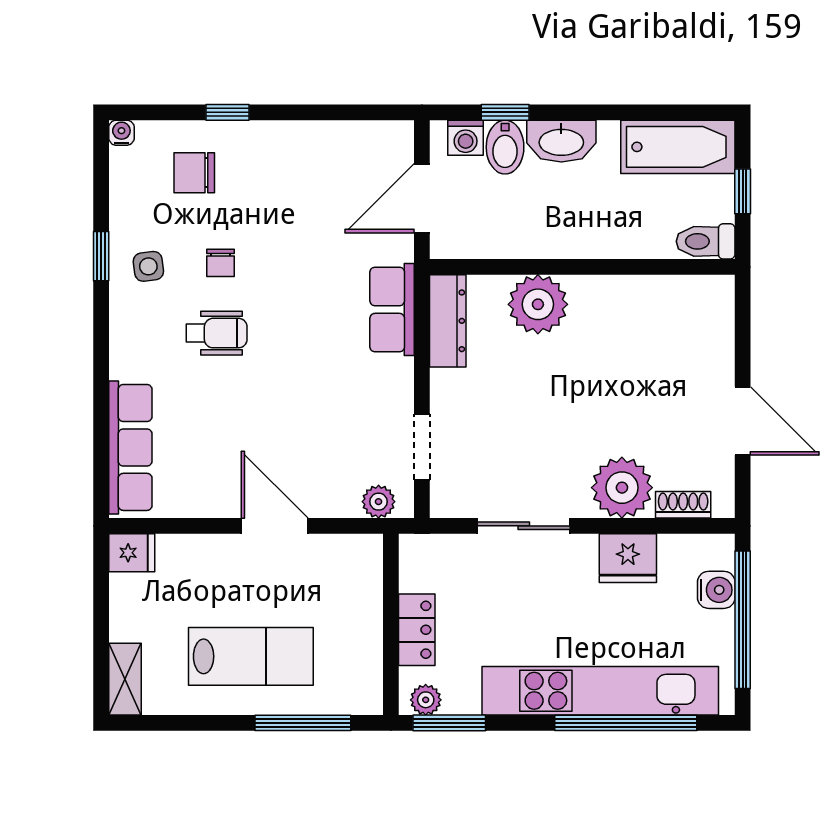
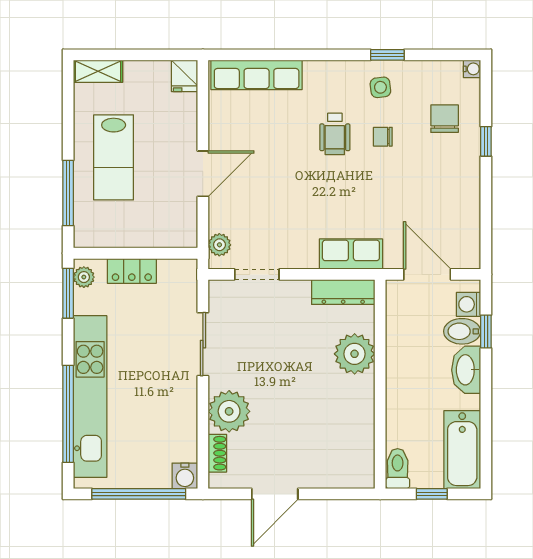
fridge: (628, 558) -> (181, 415), removed
water cooler: (716, 590) -> (185, 476), moved

